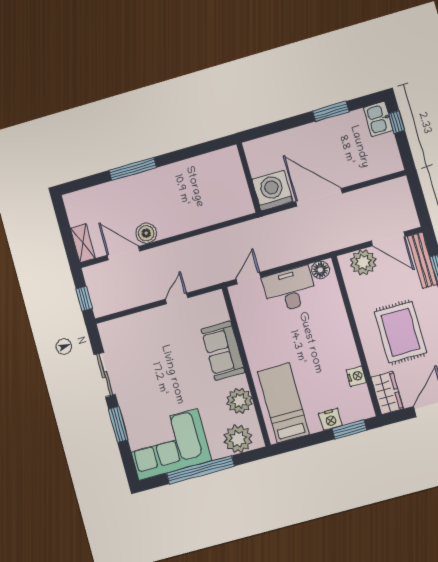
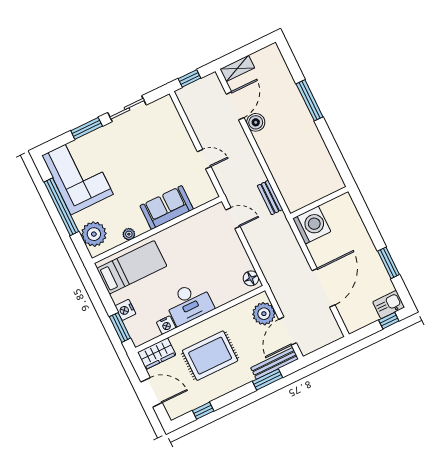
door: (319, 197) -> (323, 288), moved
bench: (233, 232) -> (270, 198), added
desk: (290, 289) -> (189, 303), moved, turned 90
plant: (239, 401) -> (129, 234), width x0.53, depth x0.53

